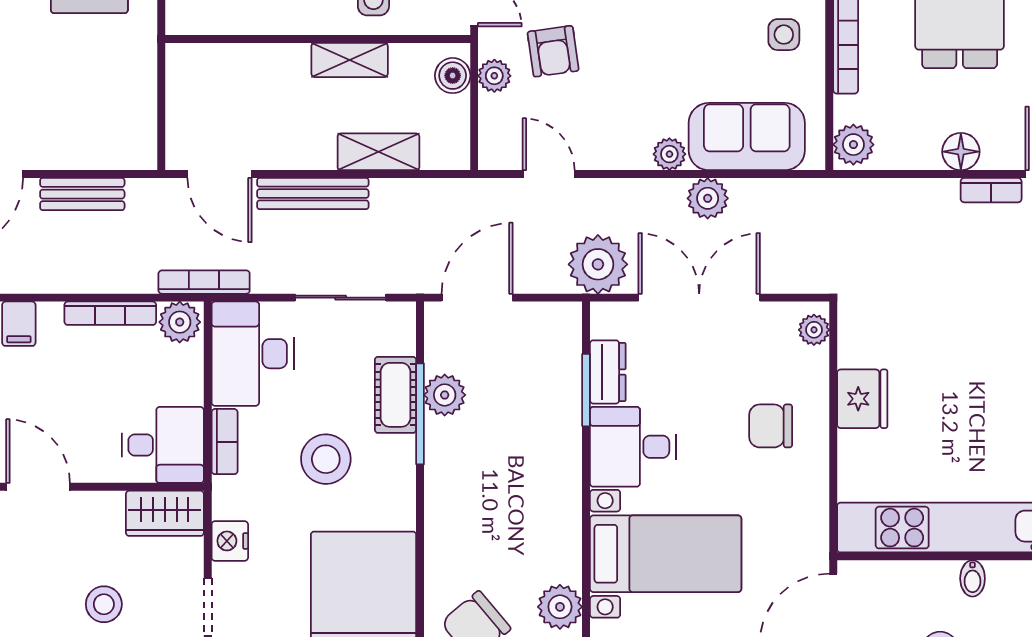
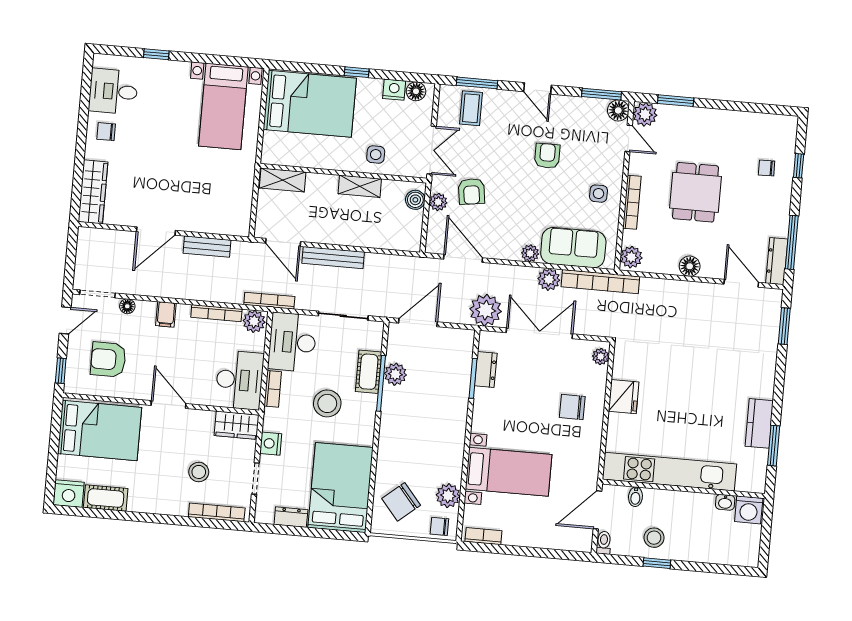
shelving: (378, 152) -> (283, 180), moved
door: (549, 174) -> (463, 258), width x1.38
bookcase: (991, 190) -> (600, 282), moved, width x2.31, depth x1.31
desk: (163, 445) -> (239, 380), width x1.37
desk: (633, 447) -> (496, 412), removed
bidet: (973, 578) -> (635, 497), moved

